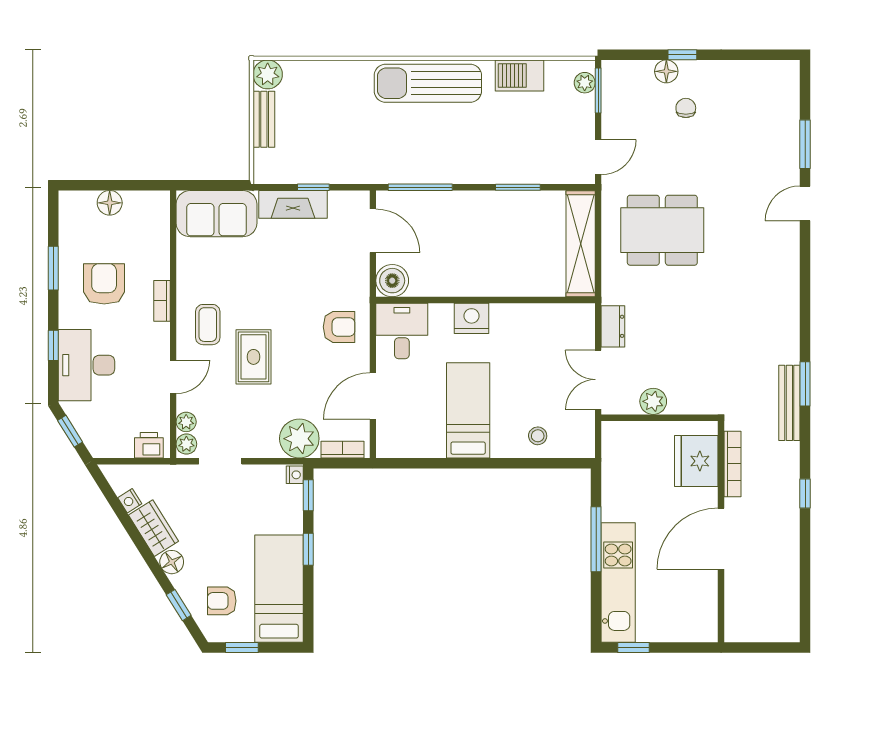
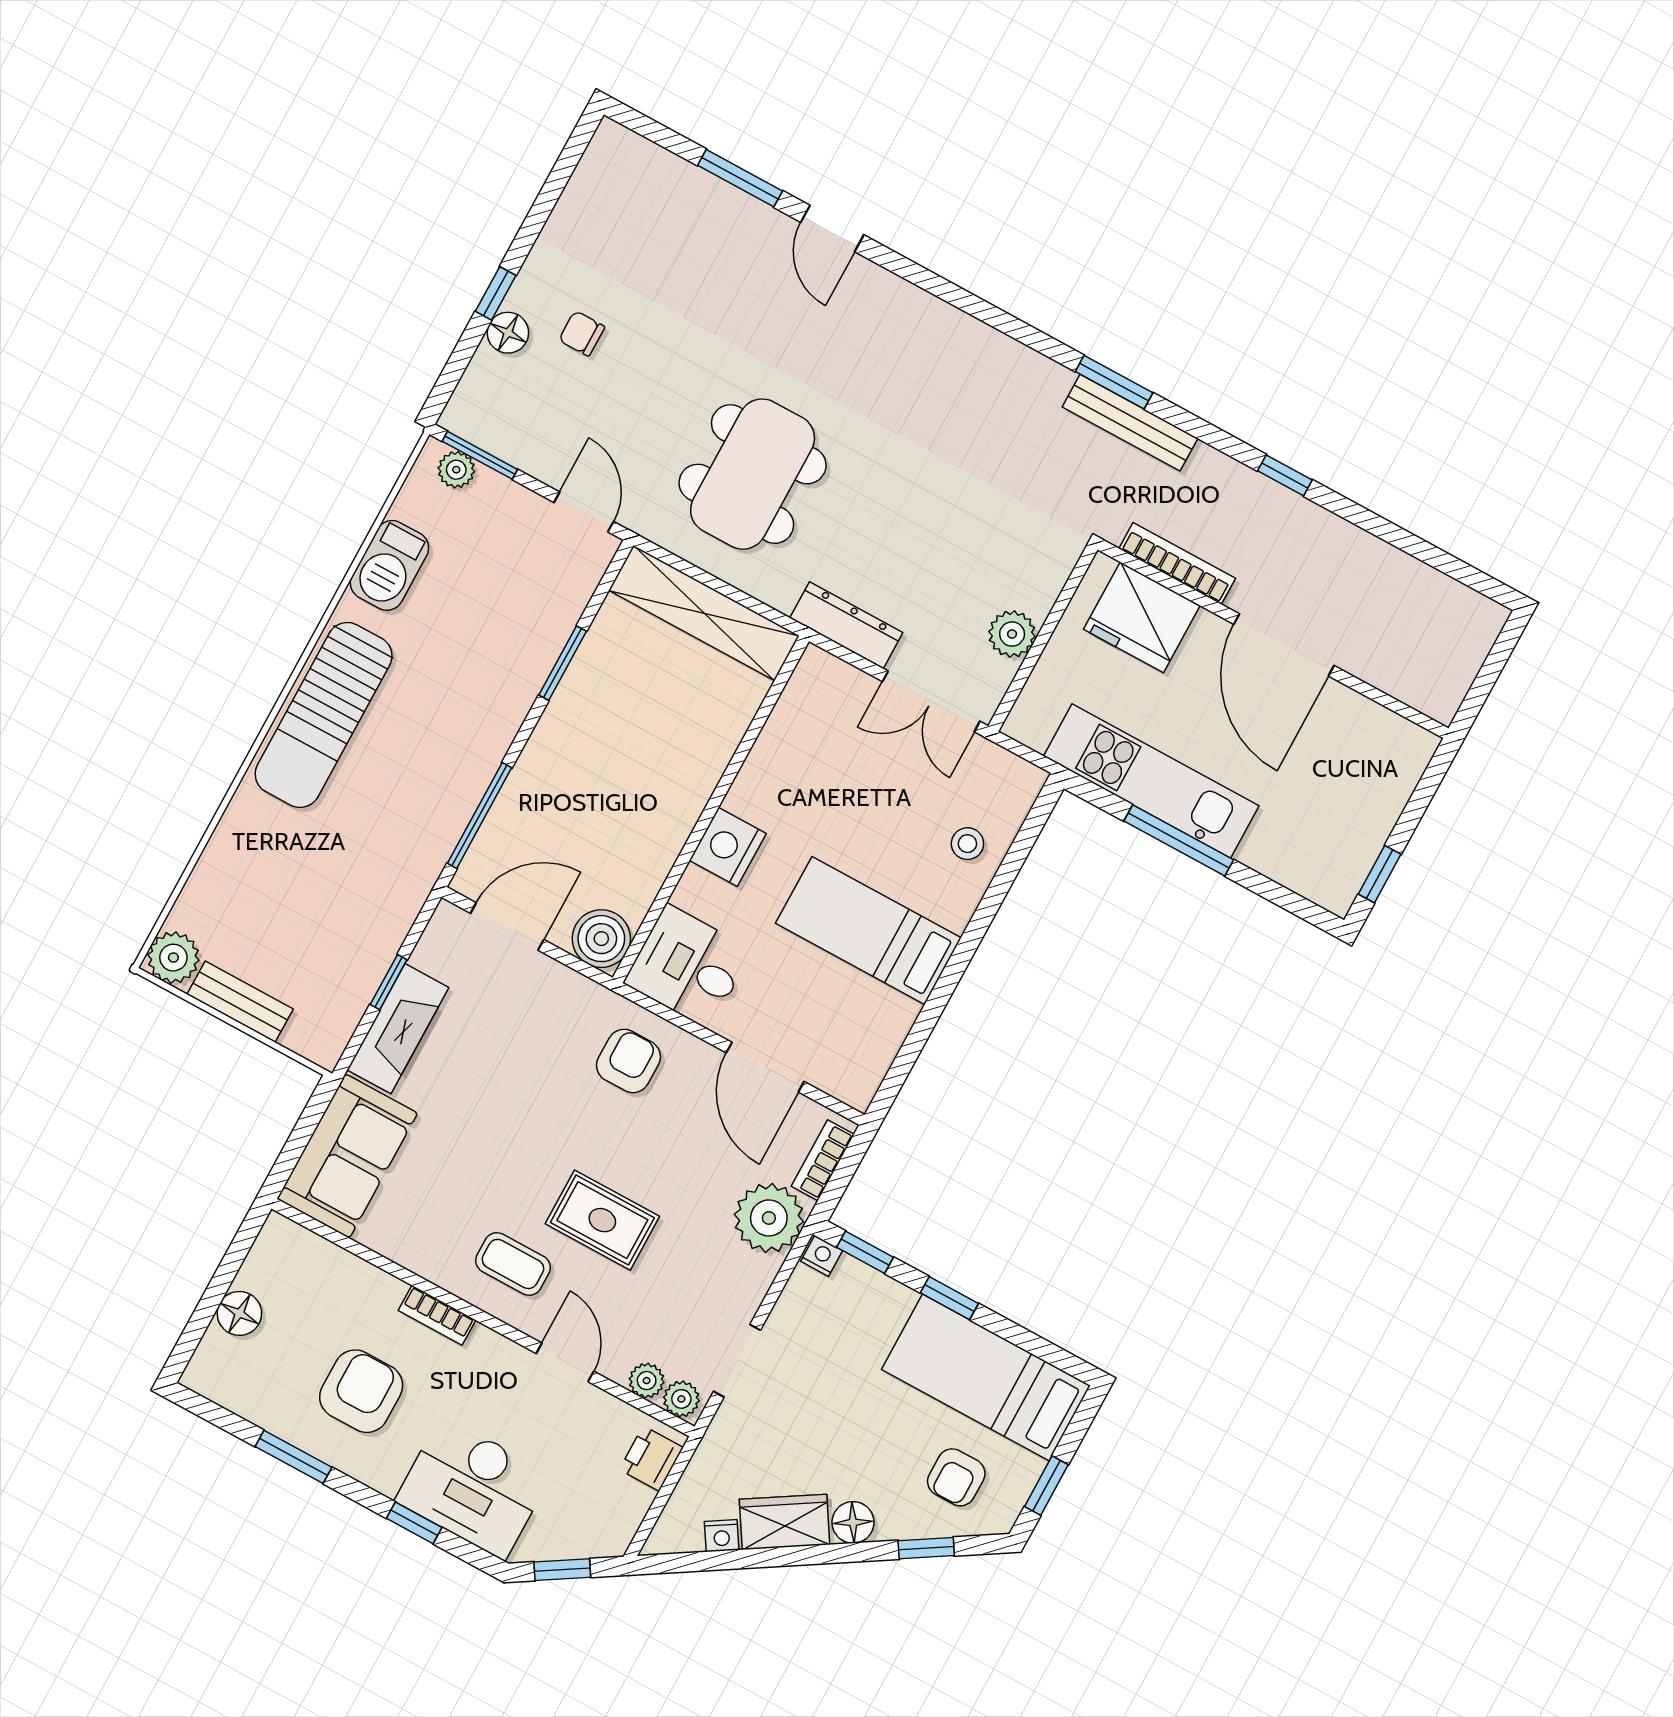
armchair: (104, 284) -> (361, 1391), turned 90
dresser: (613, 326) -> (846, 625), width x1.44
kitchen unit: (618, 583) -> (1151, 781), moved

